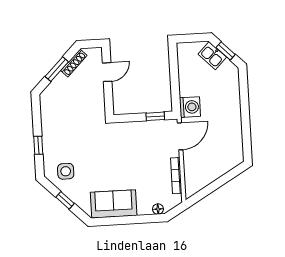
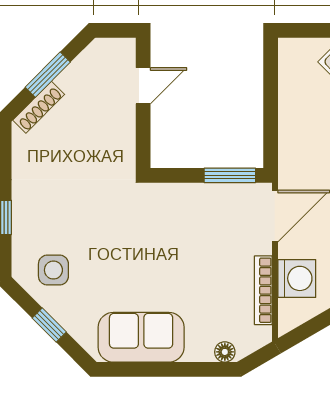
shoe rack: (74, 63) -> (39, 107), moved
washing machine: (190, 107) -> (297, 278), moved
window: (155, 116) -> (230, 175), width x1.50

